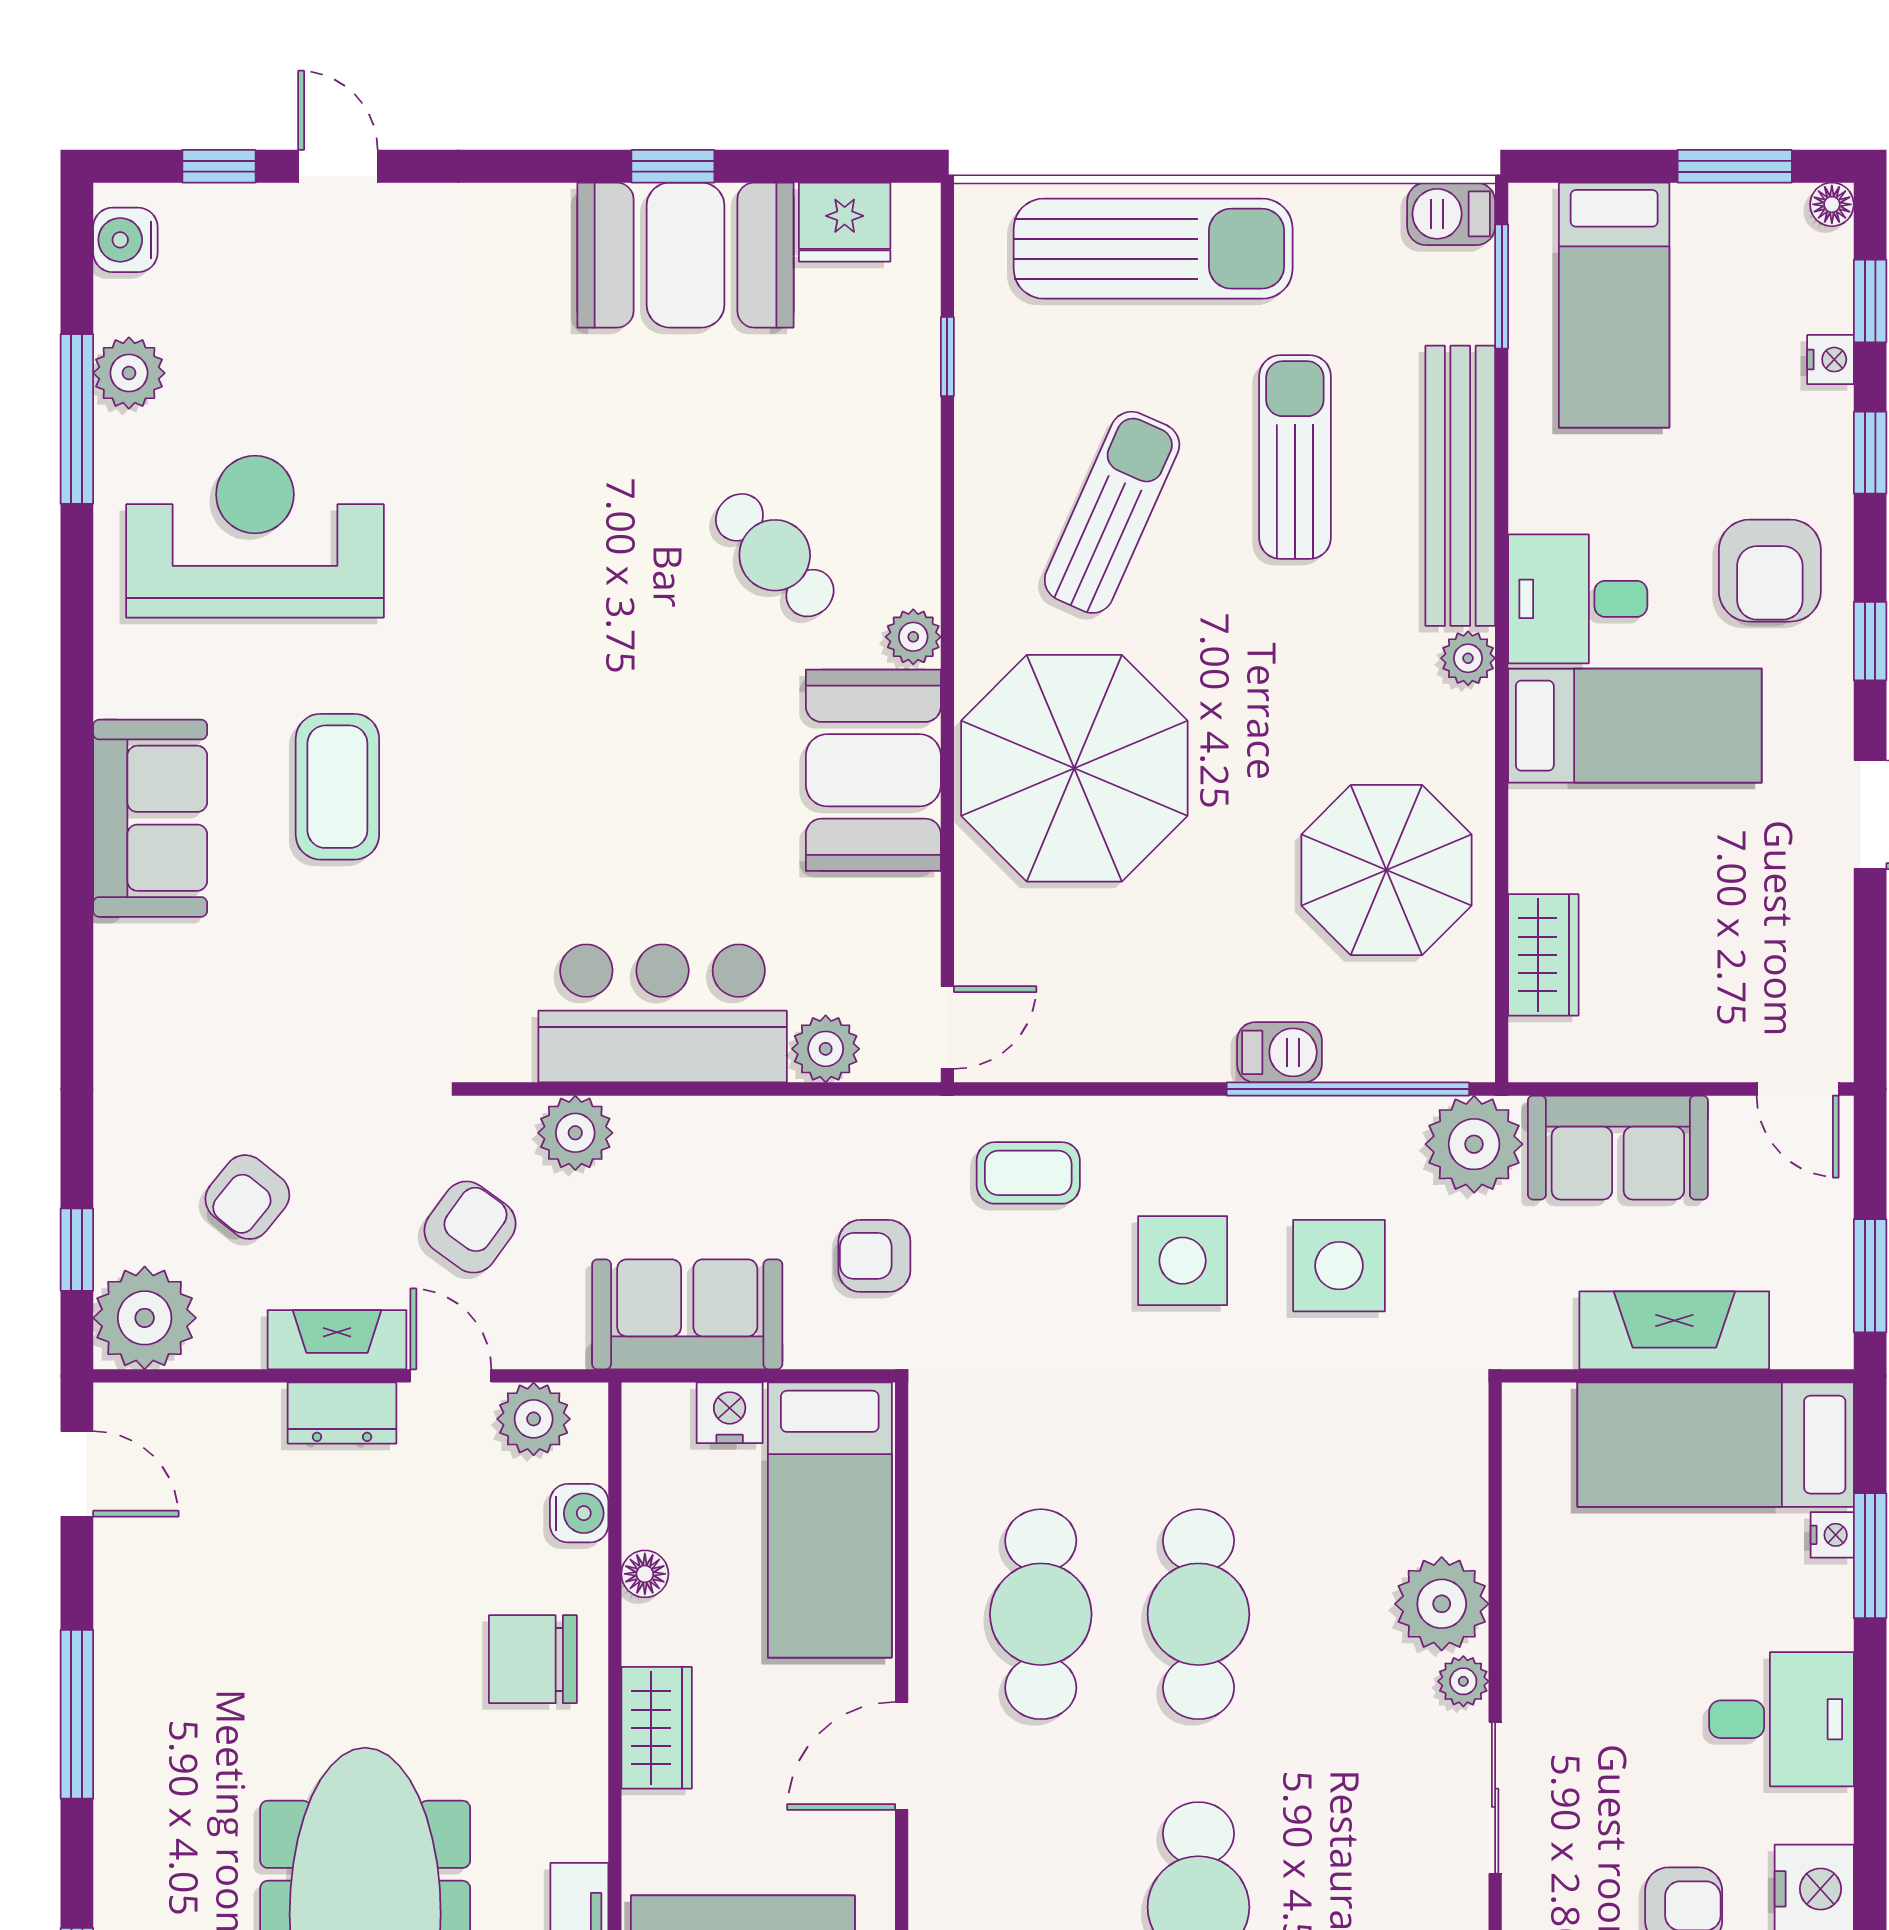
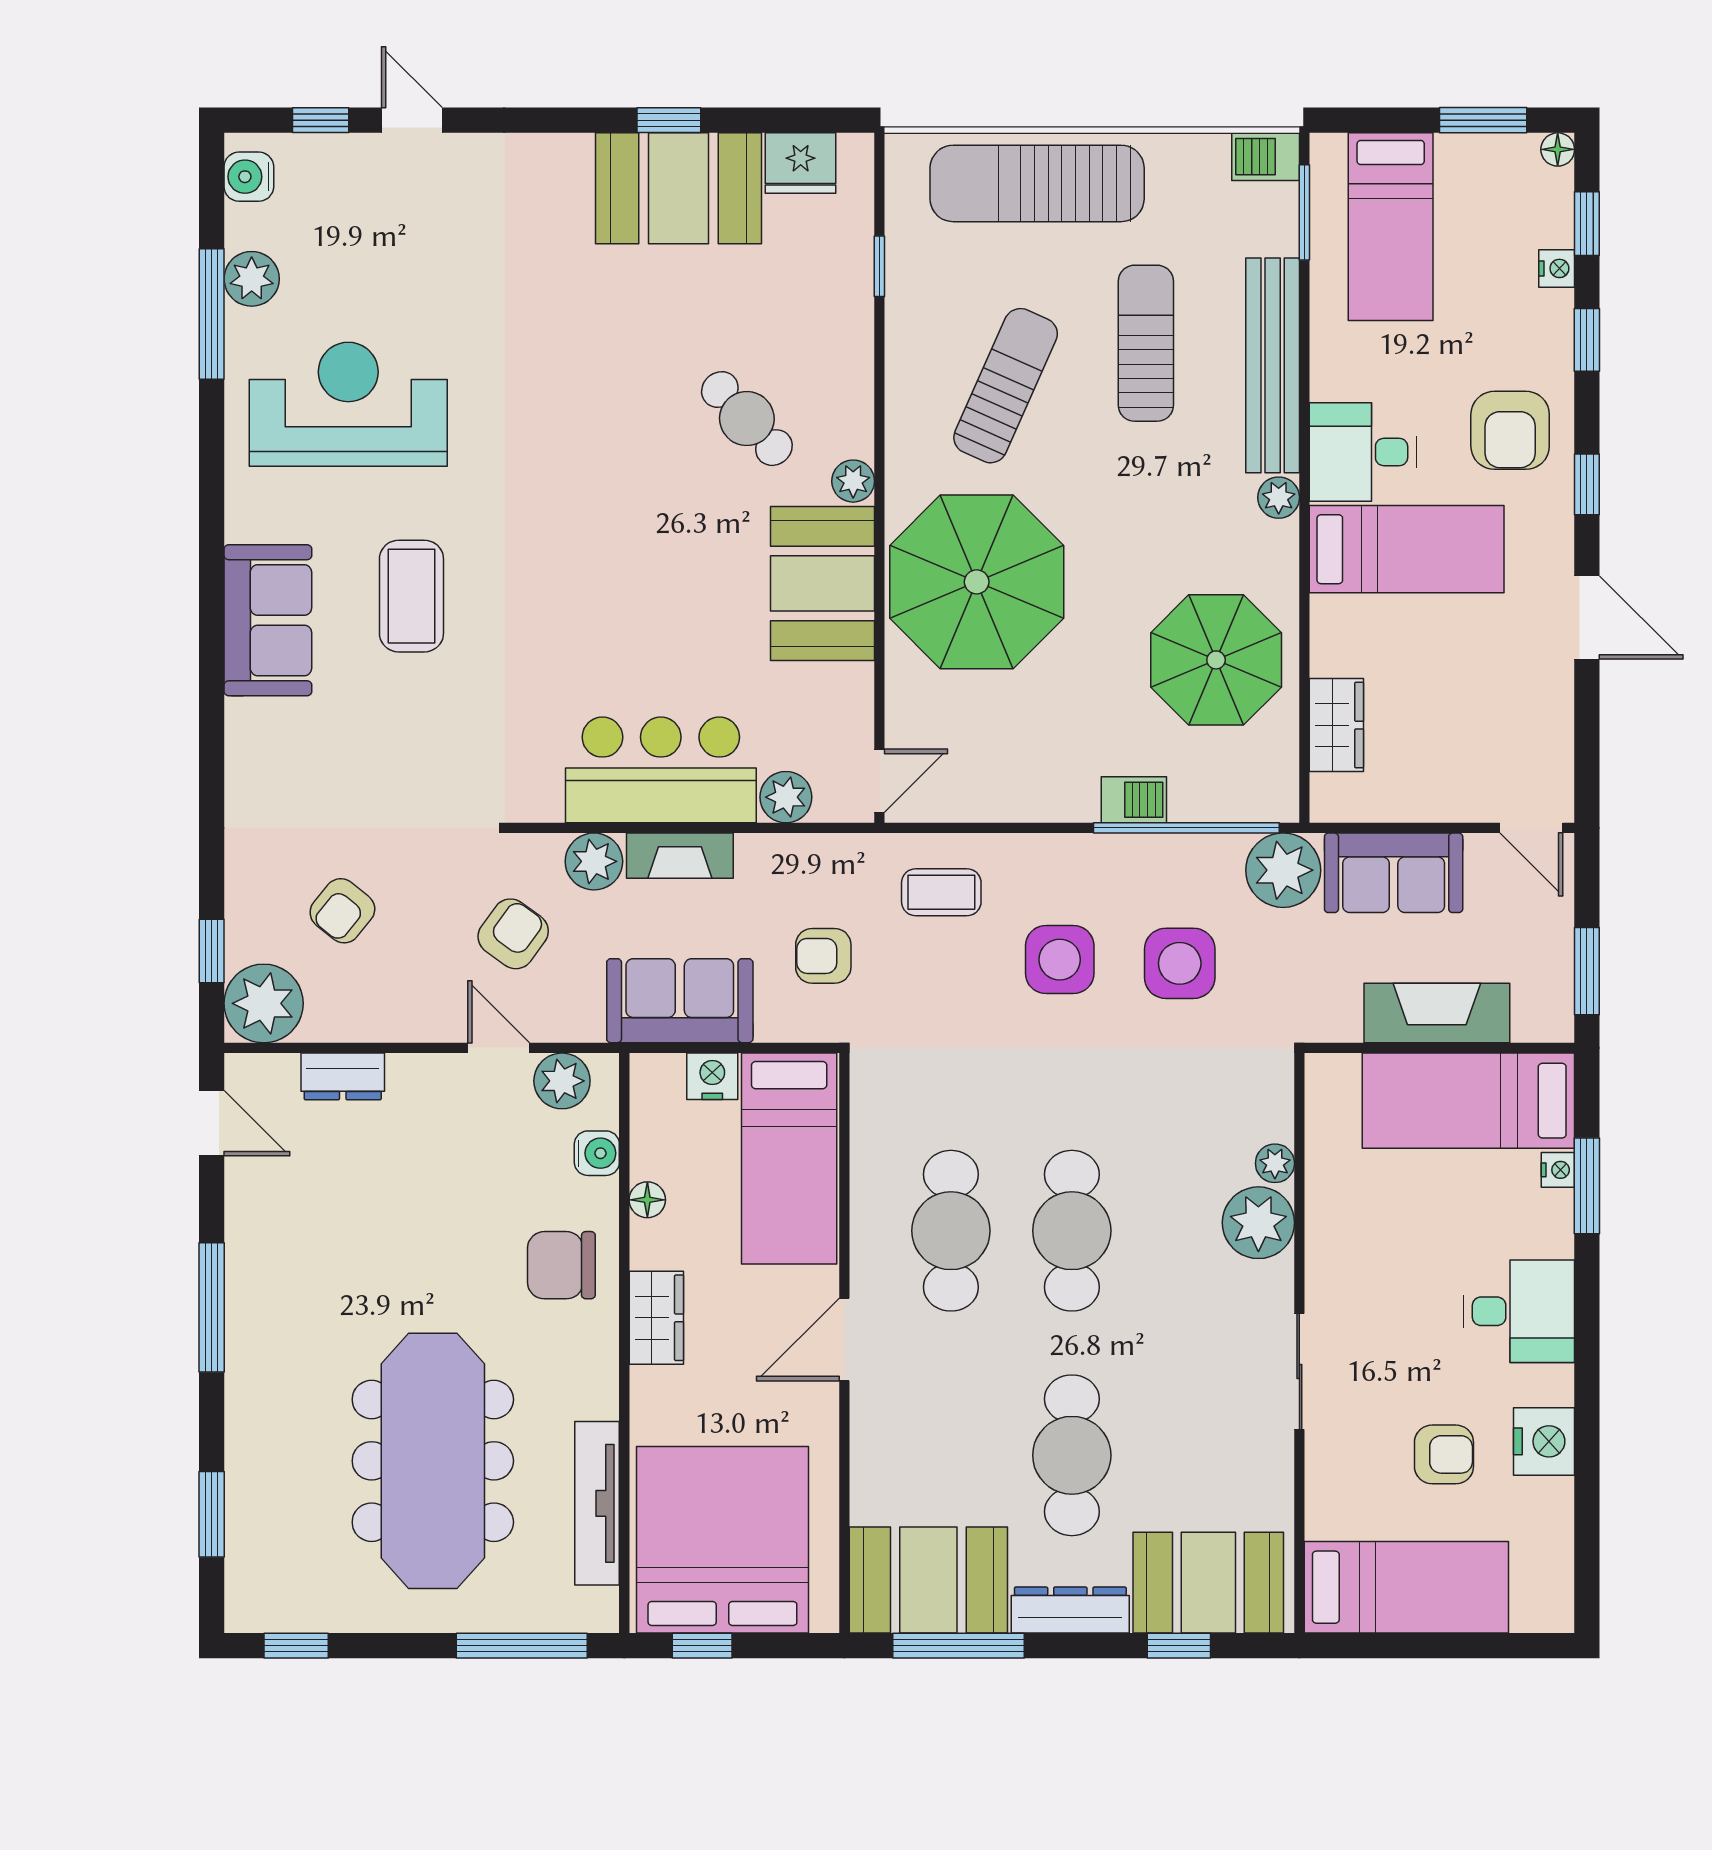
sun lounger: (1153, 249) -> (1037, 183), turned 180
fireplace: (337, 1340) -> (680, 856), moved, turned 180
dresser: (342, 1413) -> (343, 1076), moved
plant: (1463, 1681) -> (1275, 1163), moved

